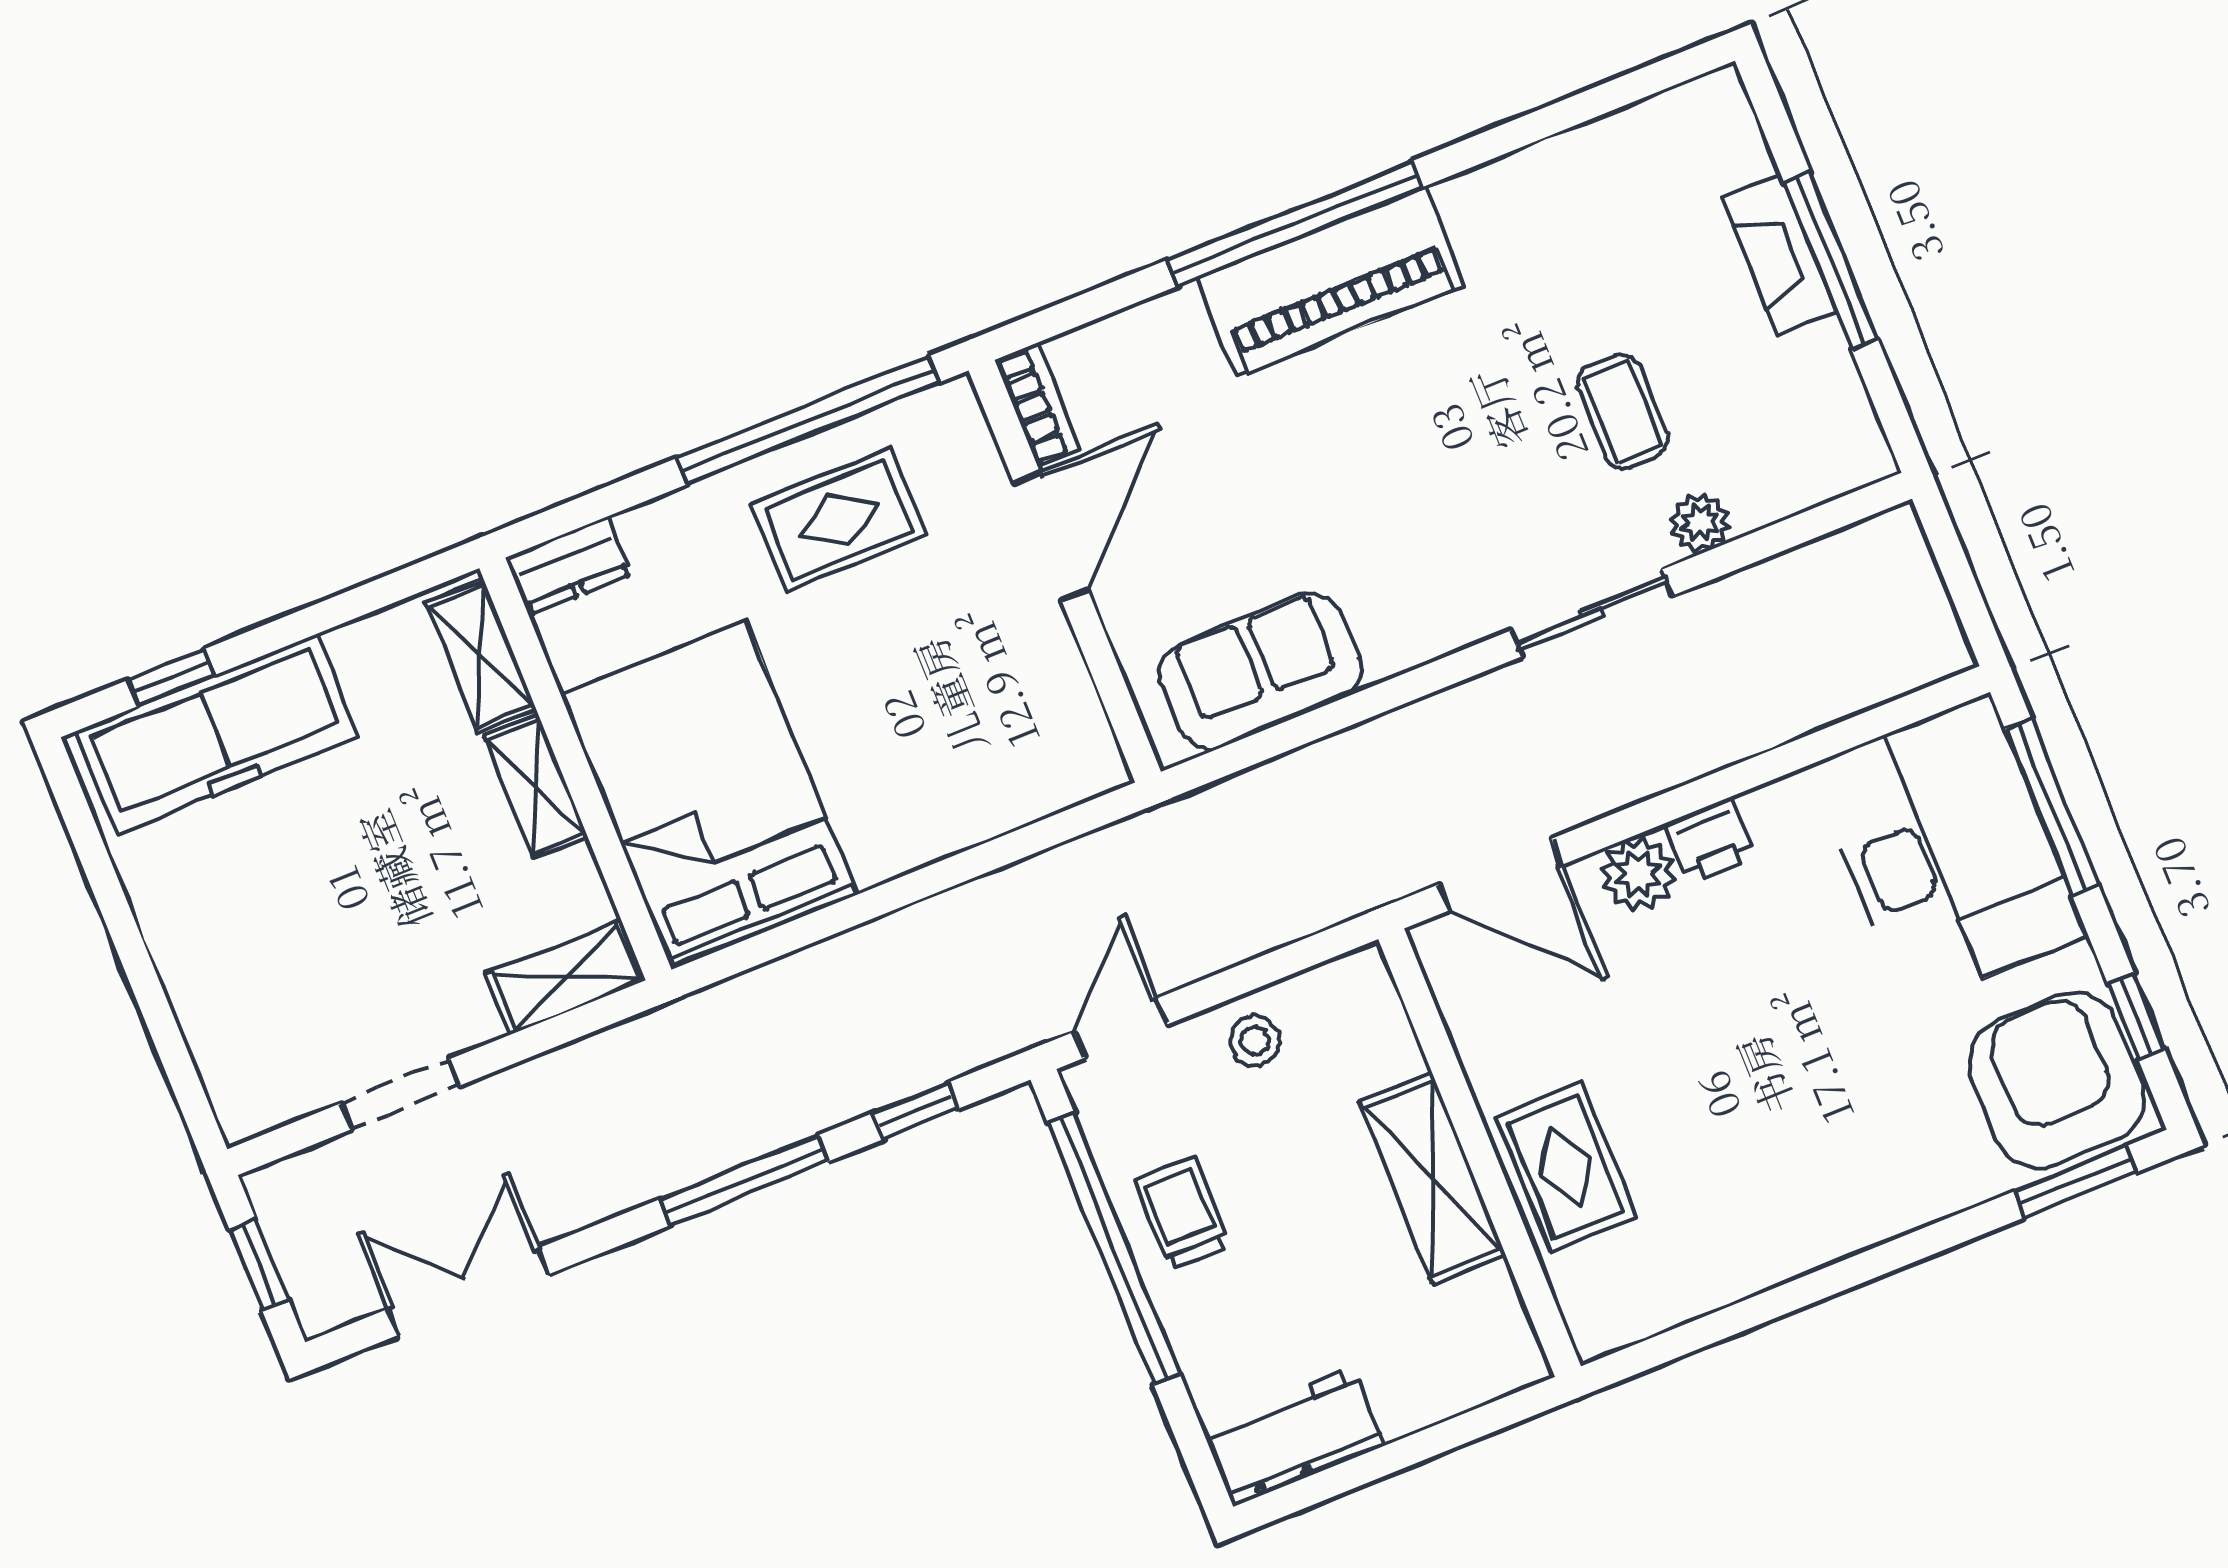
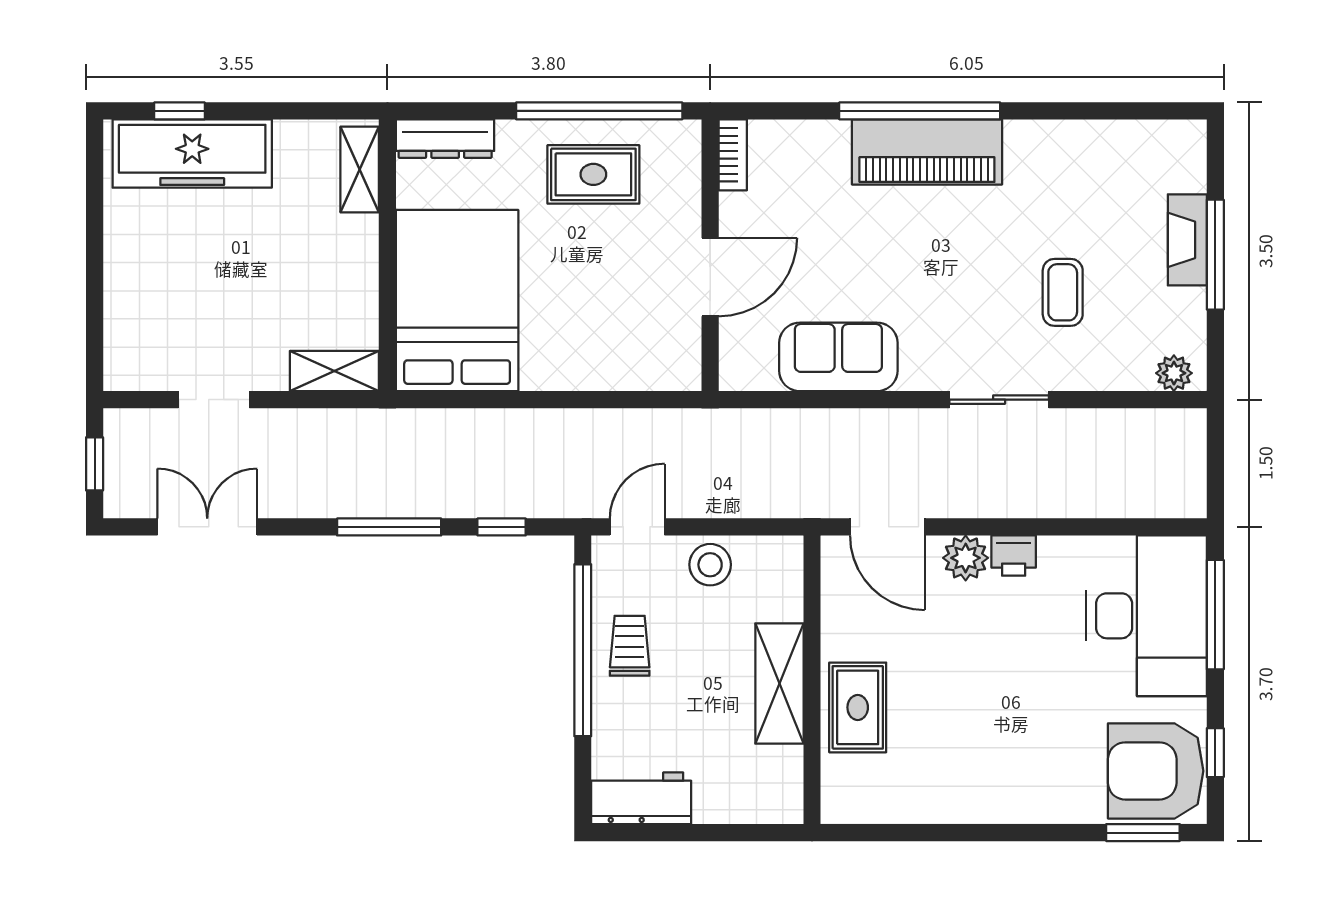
plant: (1700, 523) -> (1174, 373), moved
door: (1051, 537) -> (710, 277), moved
dresser: (569, 566) -> (445, 139), width x1.44
sofa: (1260, 671) -> (838, 357), moved
shelving: (536, 786) -> (361, 256), removed
stool: (1255, 1041) -> (710, 565), width x1.37, depth x1.37
armchair: (2057, 1080) -> (1156, 771), turned -90

